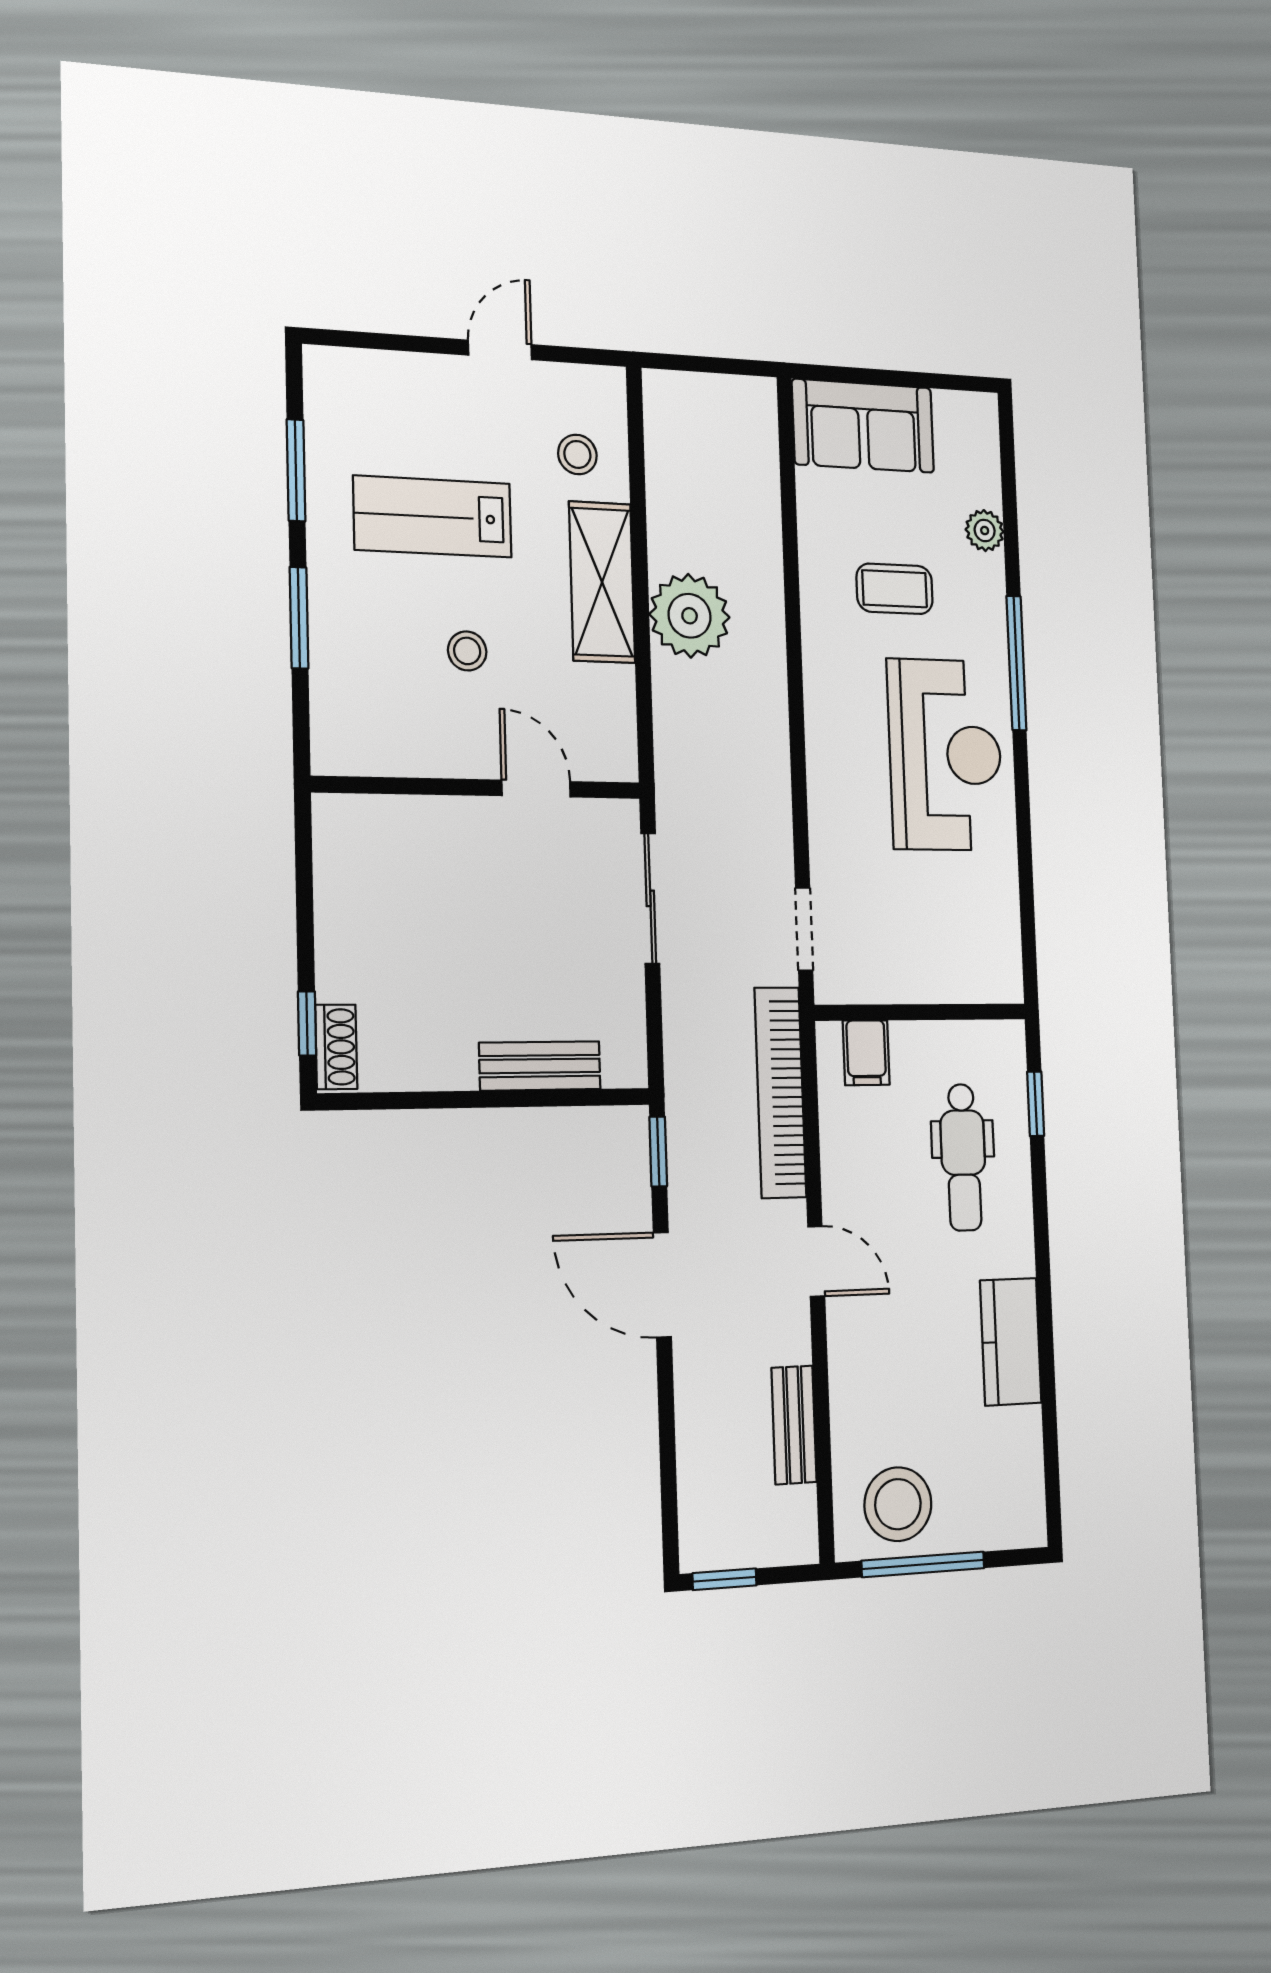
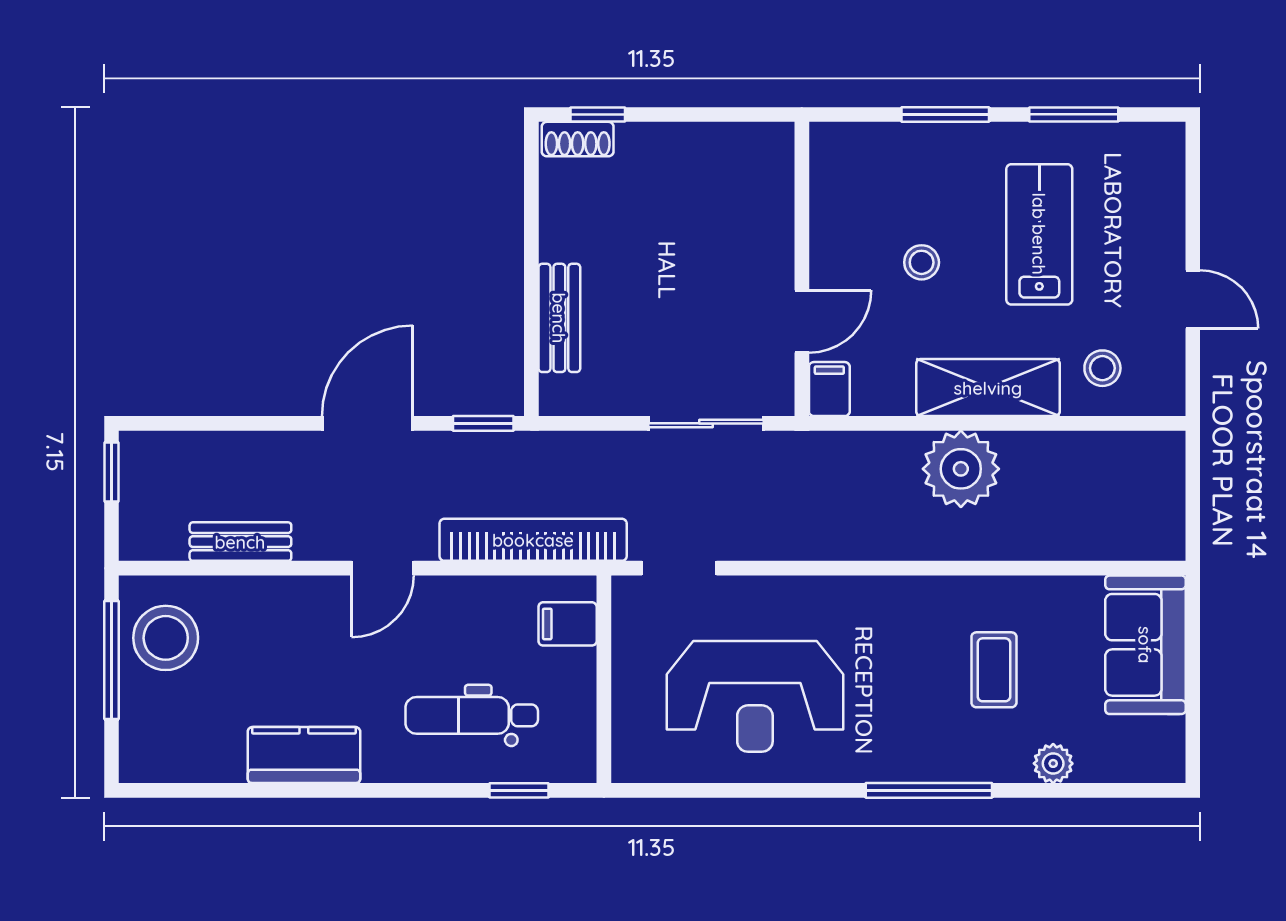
reception desk: (945, 755) -> (755, 696), moved
filing cabinet: (609, 759) -> (829, 389), added

